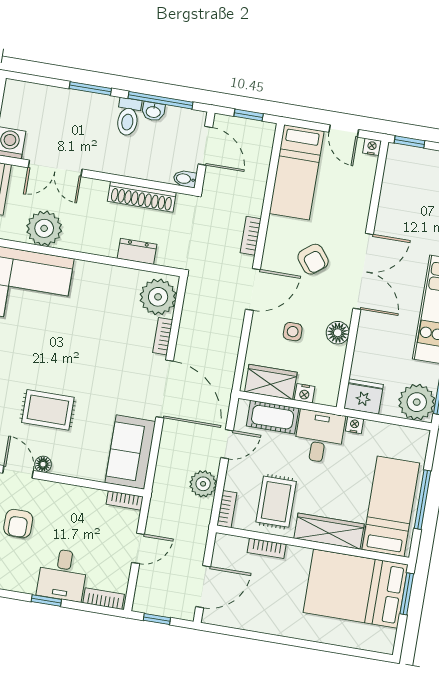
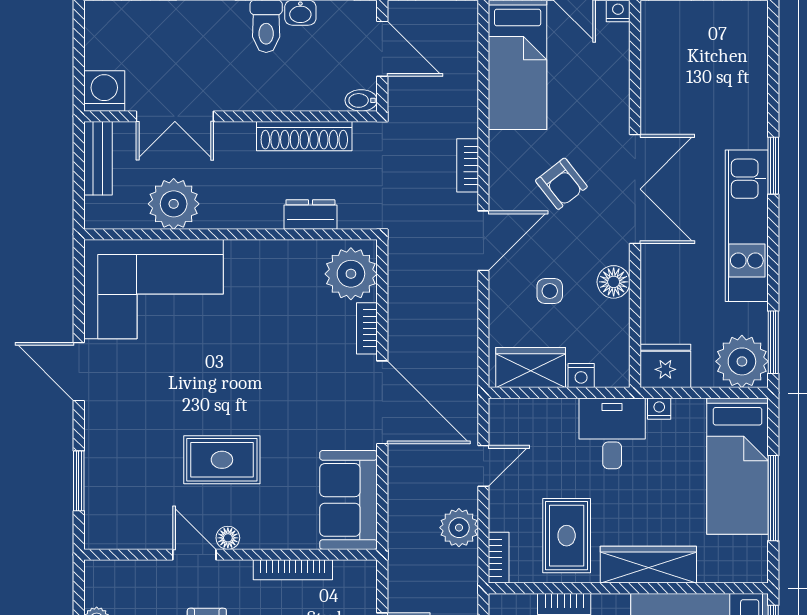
cot: (273, 417) -> (542, 417), removed
bookcase: (125, 500) -> (293, 570), moved, width x1.56
bed: (391, 506) -> (737, 466), moved, turned 180

